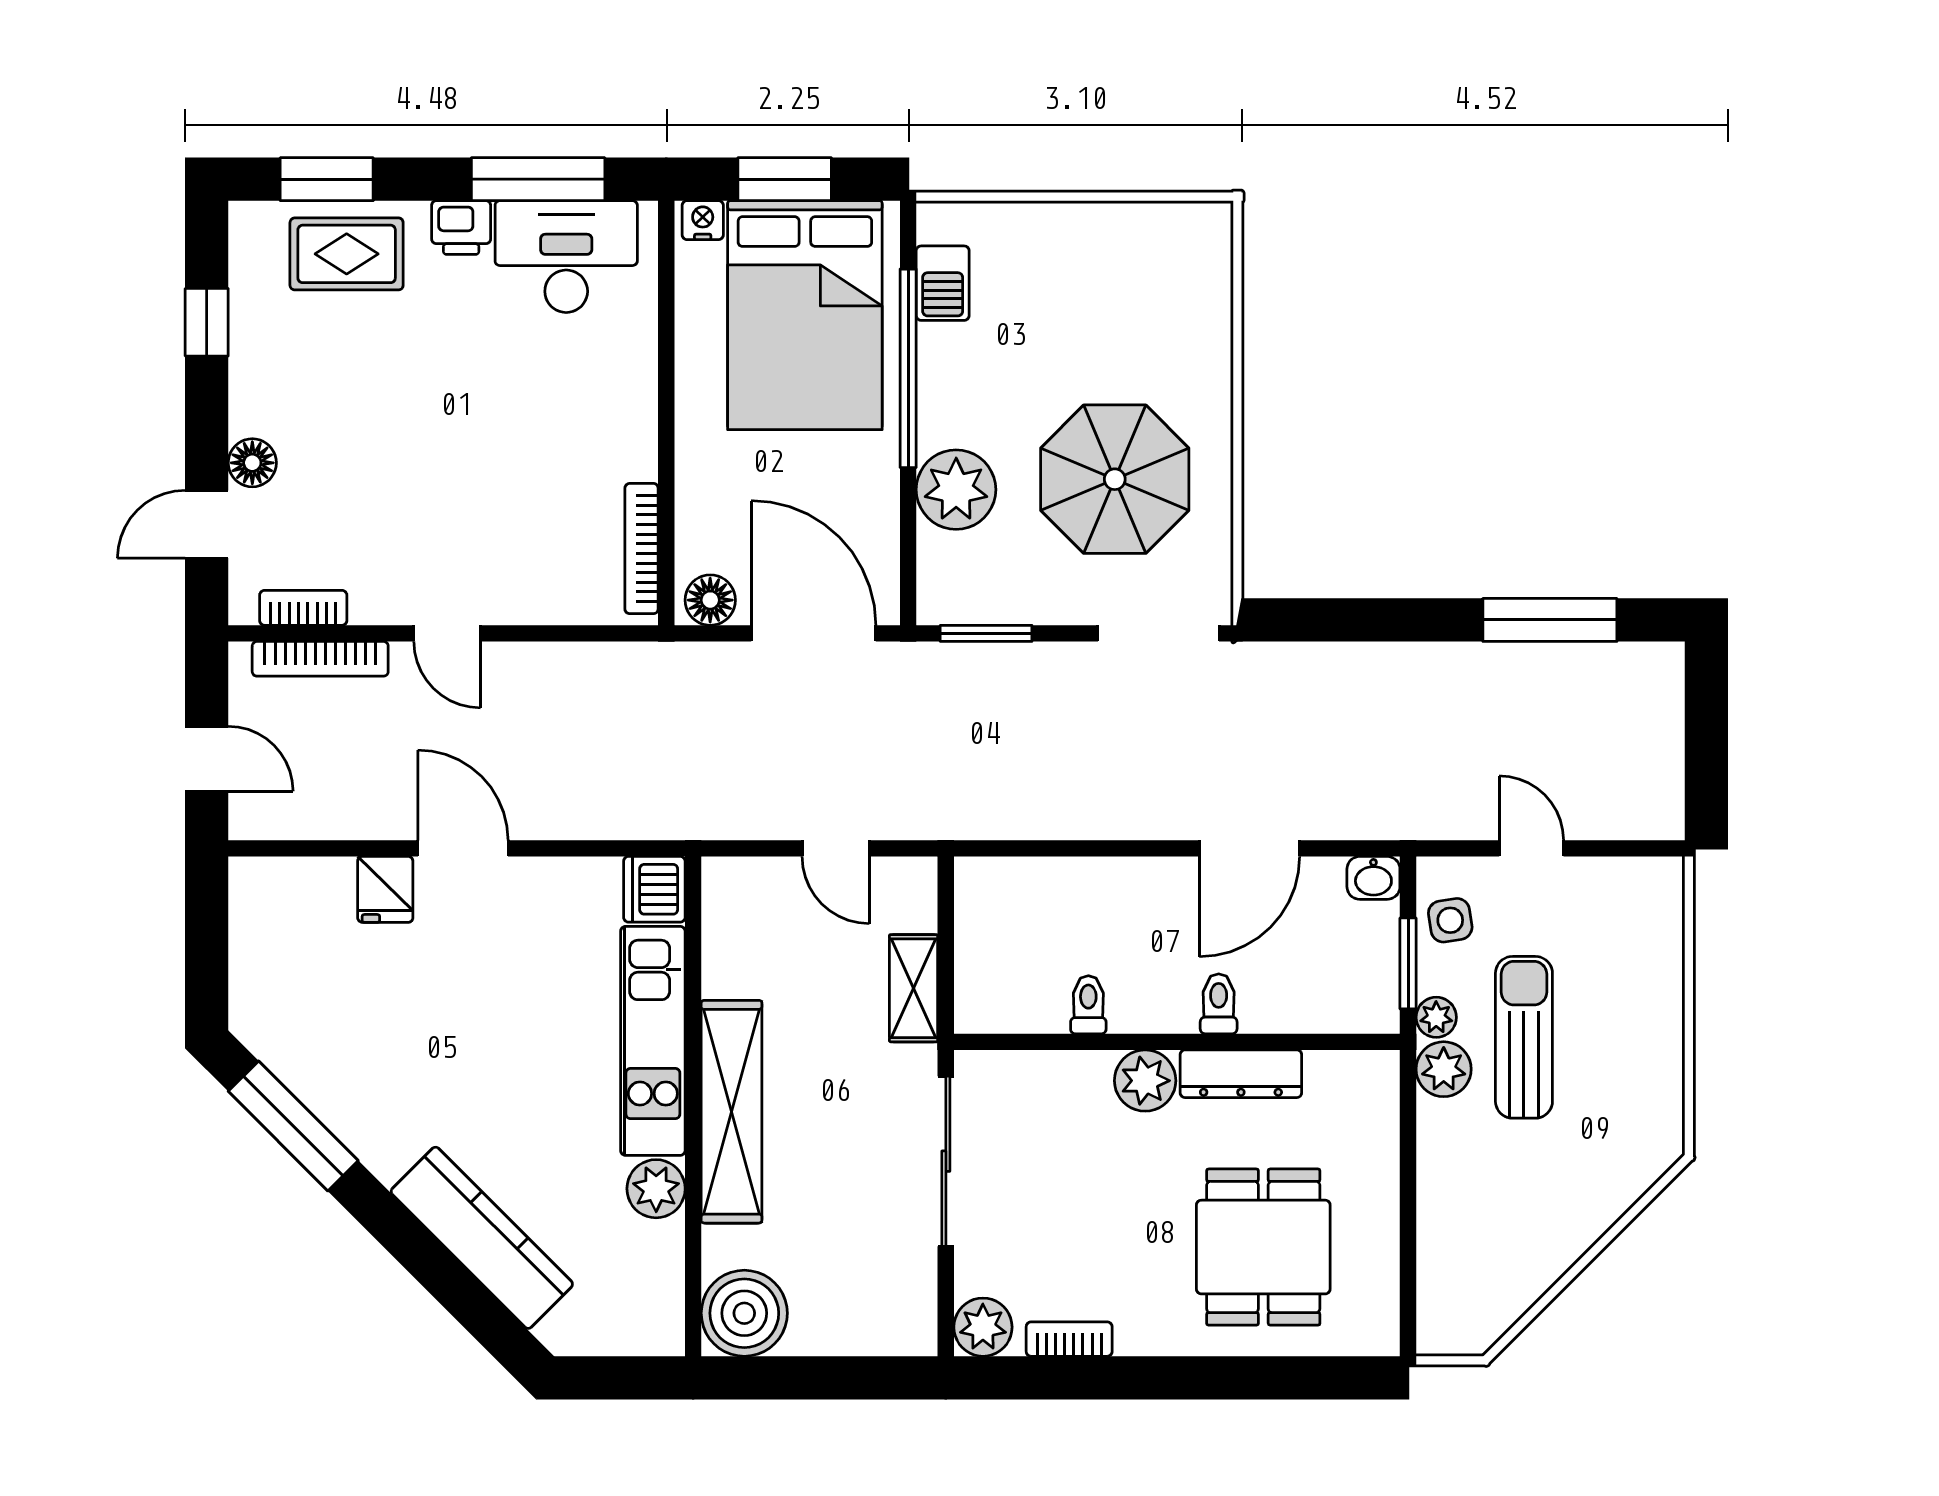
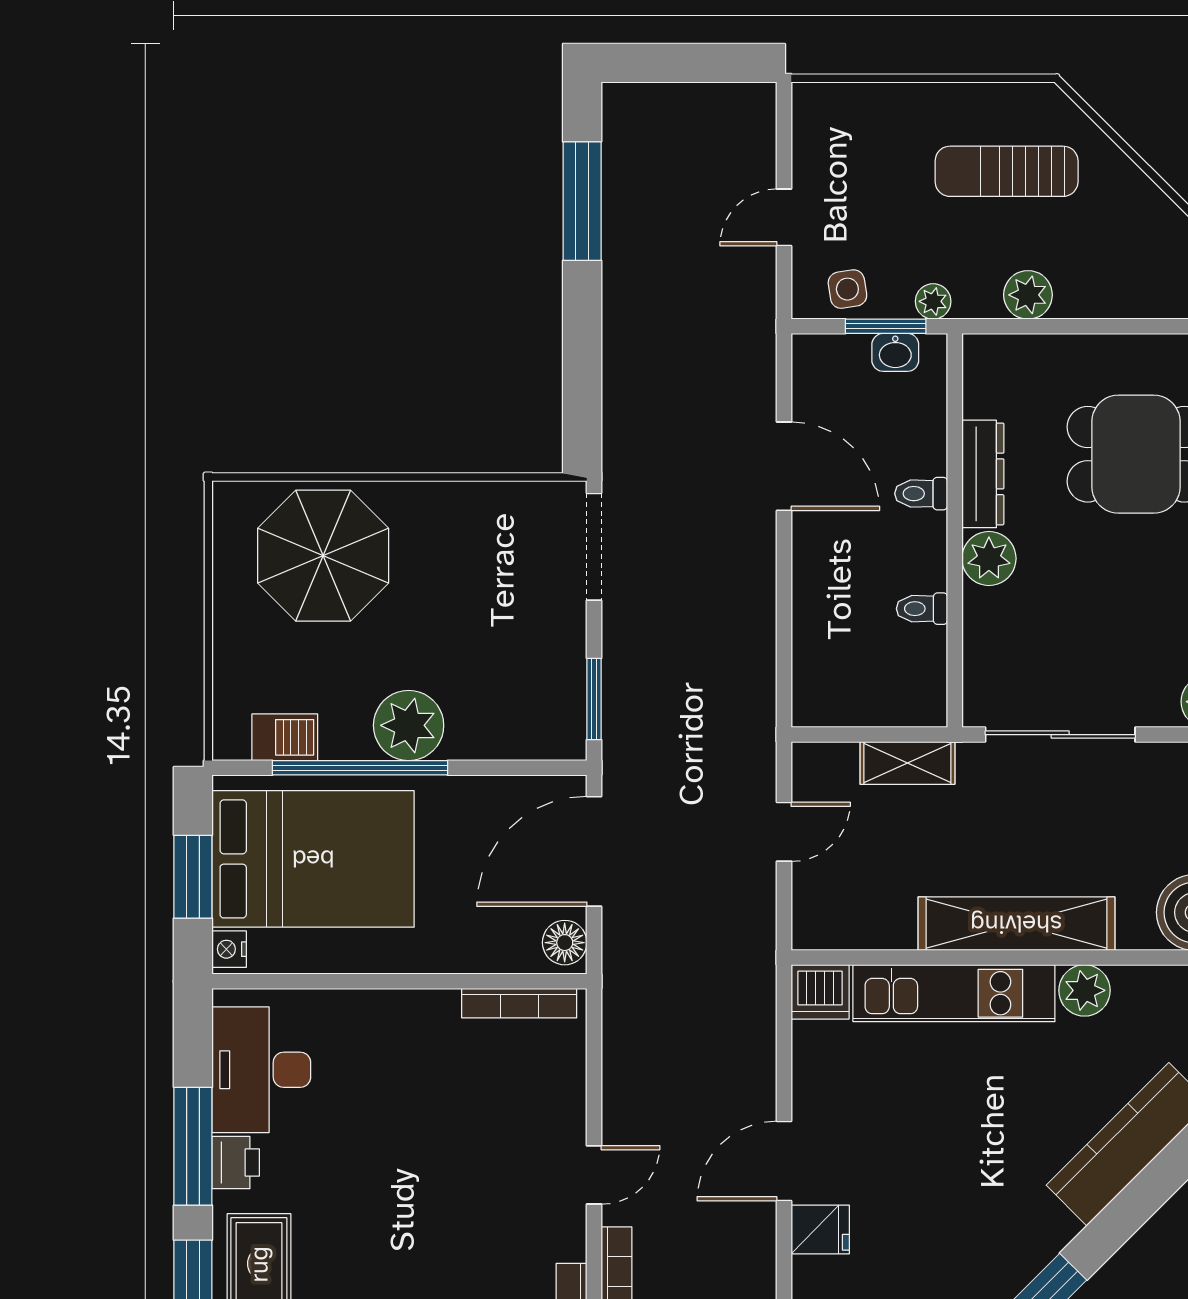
window: (538, 179) -> (193, 1146), moved
parasol: (1115, 479) -> (323, 556), moved
plant: (956, 490) -> (409, 725), moved
washbasin: (1373, 878) -> (895, 352), moved, turned 90
sun lounger: (1524, 1037) -> (1007, 171), moved
plant: (1444, 1069) -> (1028, 295), moved

